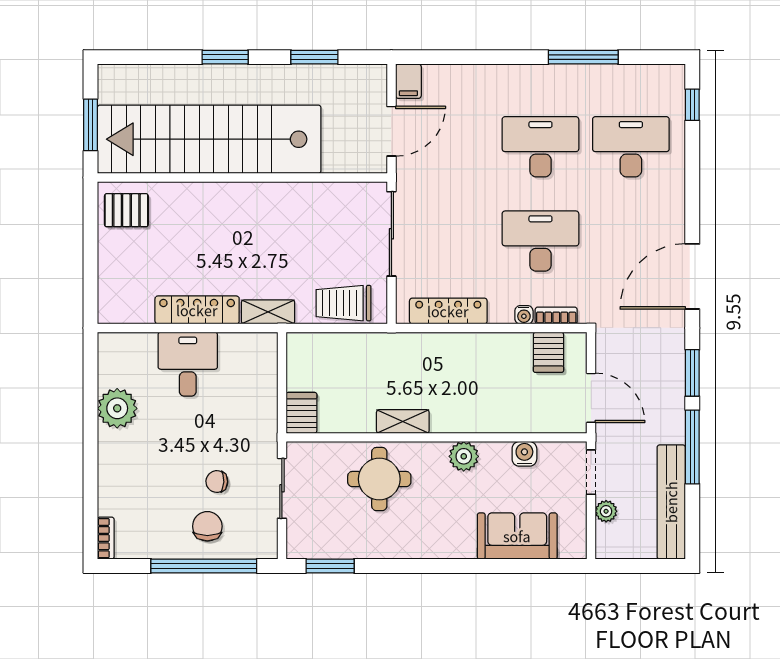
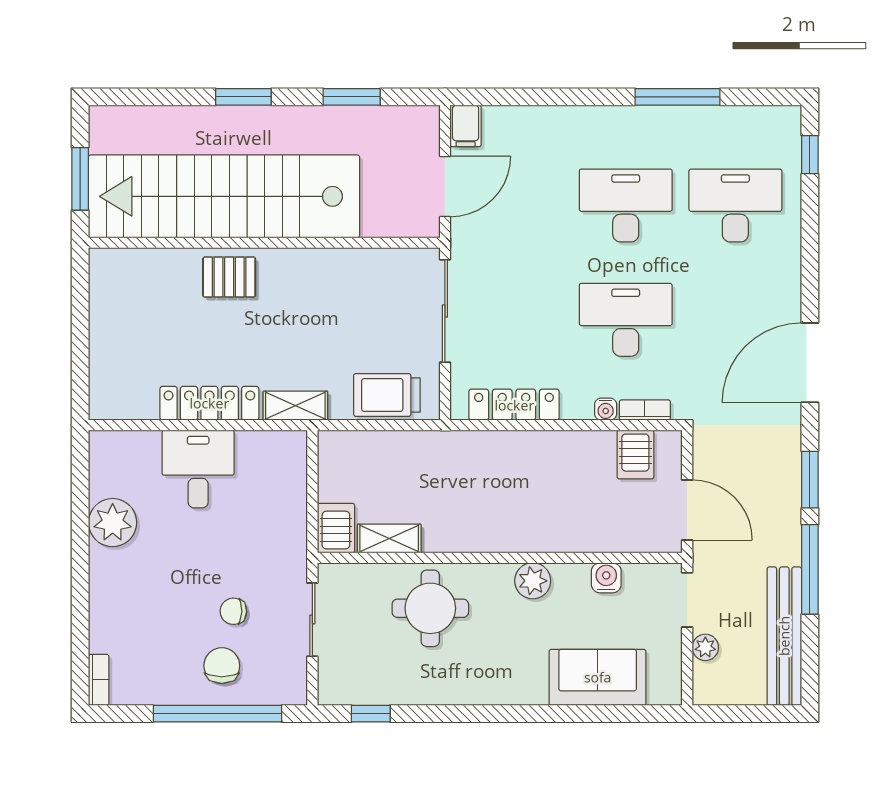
pallet: (126, 210) -> (229, 277), moved
shelving: (403, 421) -> (389, 538), moved
window: (330, 566) -> (371, 714), width x0.67

